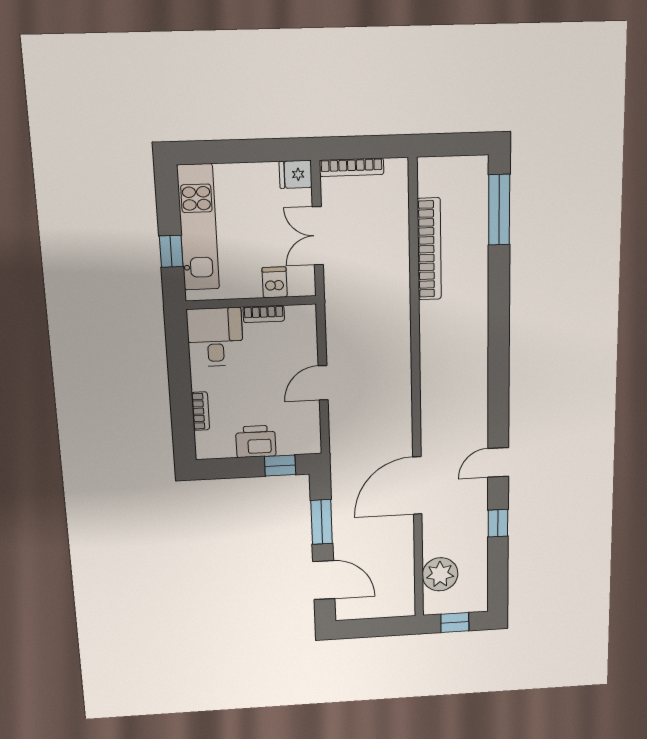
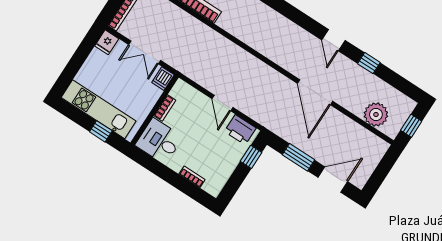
dishwasher: (275, 282) -> (163, 79), moved, turned -90
printer: (256, 441) -> (240, 130), moved, turned -90

